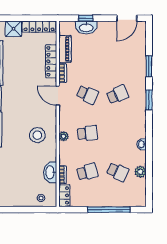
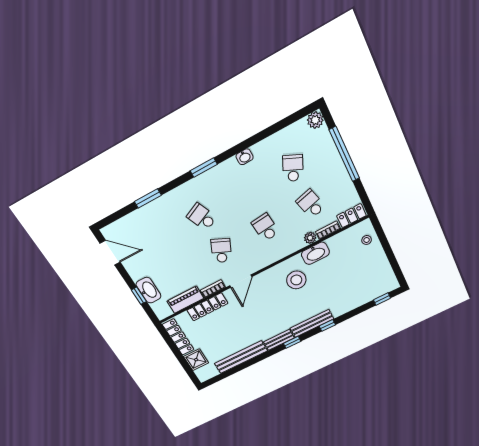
window: (149, 100) -> (204, 168), moved
plant: (64, 136) -> (310, 238), moved
washbasin: (50, 172) -> (315, 253), moved
plant: (140, 172) -> (315, 120), moved

